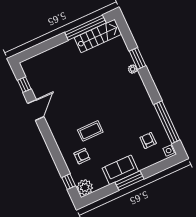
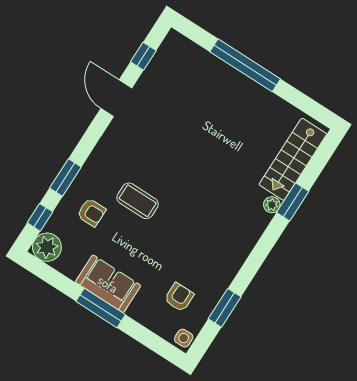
window: (85, 28) -> (245, 65), moved
stairs: (98, 36) -> (293, 159), moved, turned 90
door: (36, 110) -> (116, 98), swing flipped
window: (167, 122) -> (225, 308), width x0.47
window: (58, 158) -> (65, 178), added

